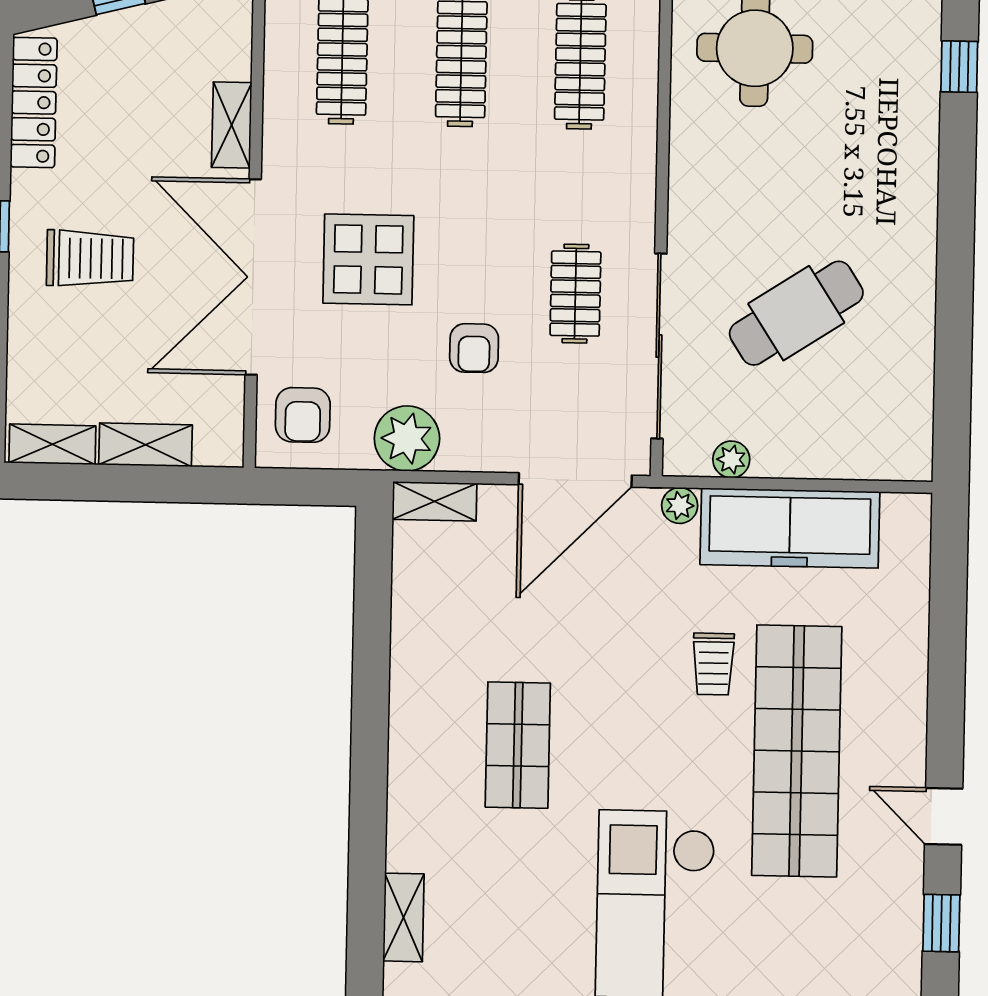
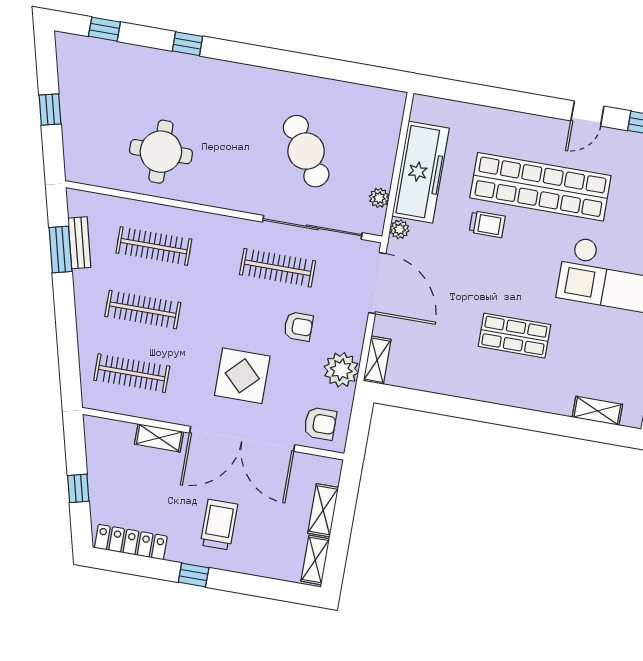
clothes rail: (575, 294) -> (278, 268), width x1.36

